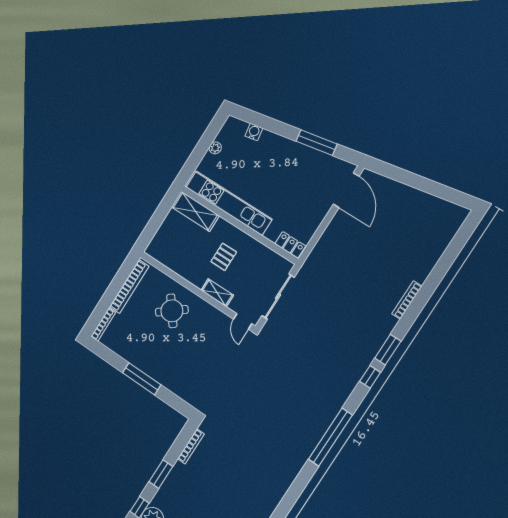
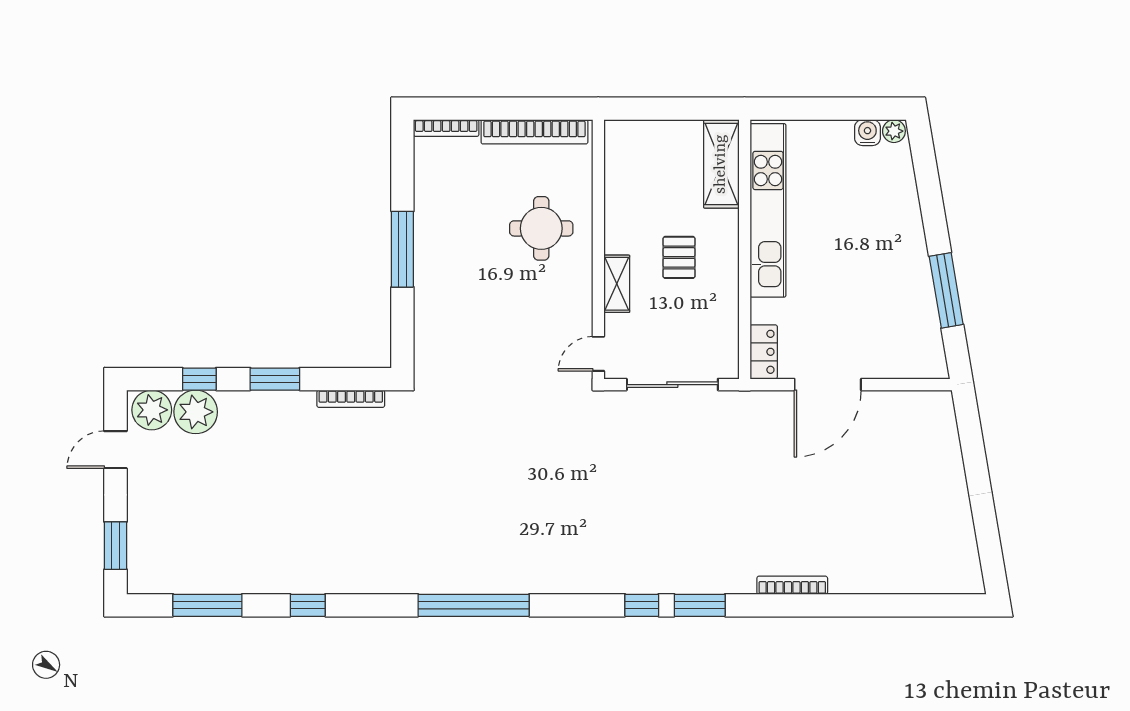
water cooler: (254, 132) -> (867, 133), moved, turned -80
plant: (215, 148) -> (894, 131), moved
door: (346, 190) -> (828, 385), moved
pallet: (224, 257) -> (679, 257), turned 90
round table: (172, 311) -> (541, 228), turned 38
window: (330, 437) -> (474, 605), moved

